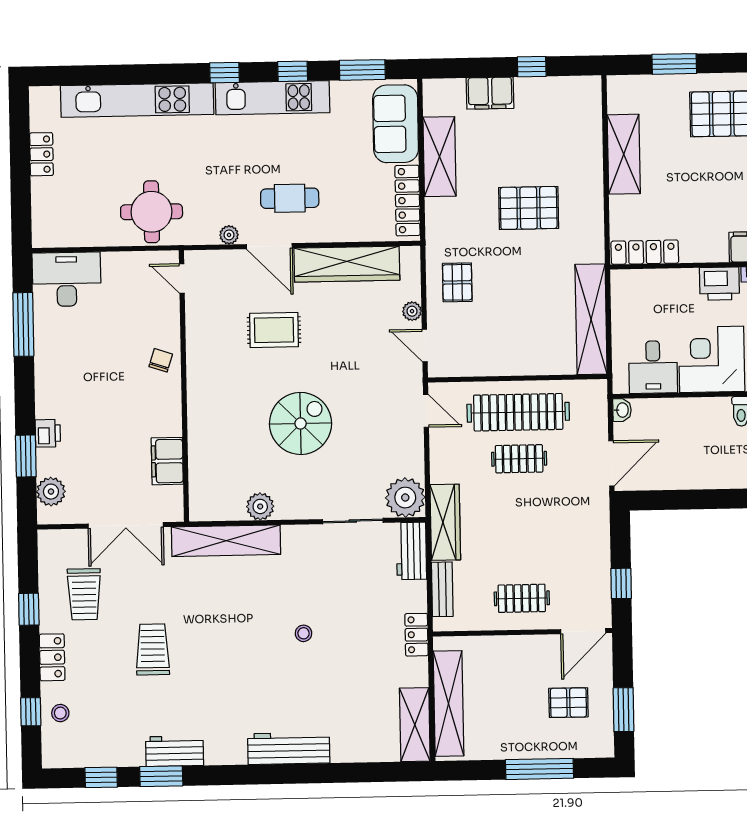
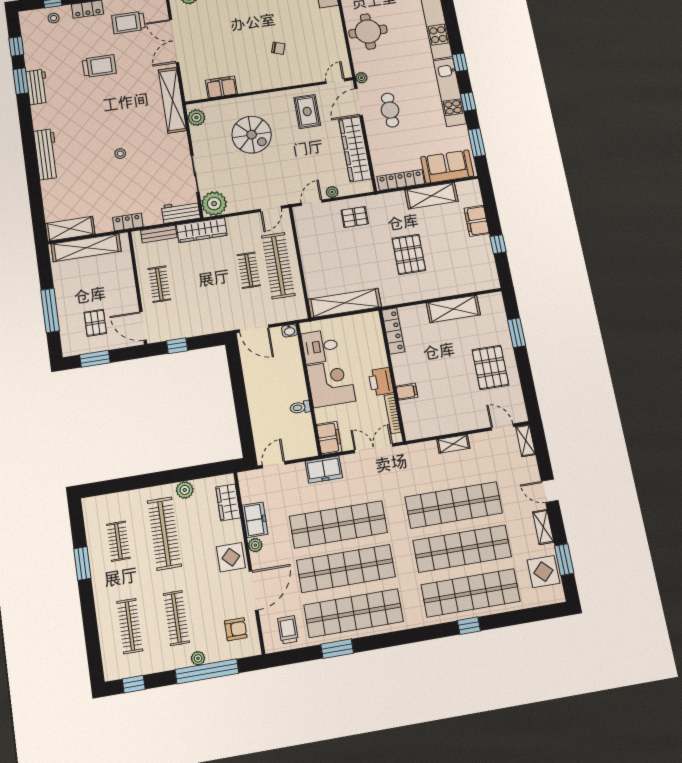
door: (182, 279) -> (335, 81), moved
wall: (184, 386) -> (269, 91), moved
filing cabinet: (167, 461) -> (221, 87), moved

